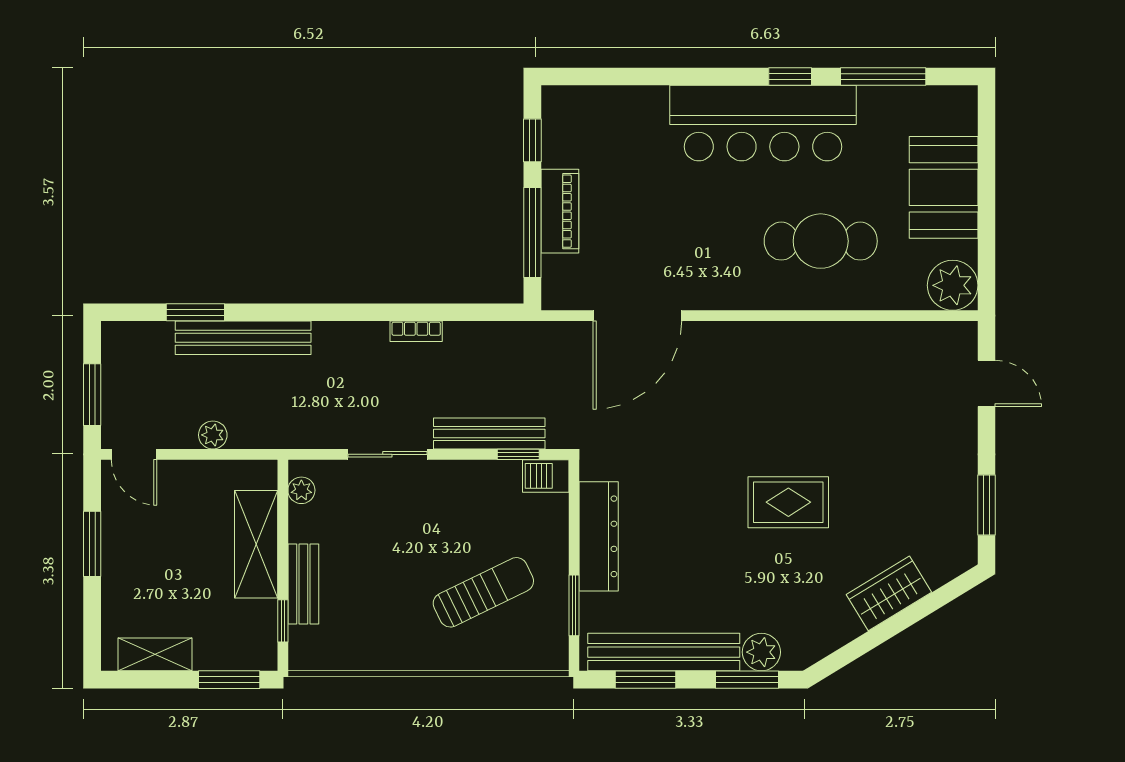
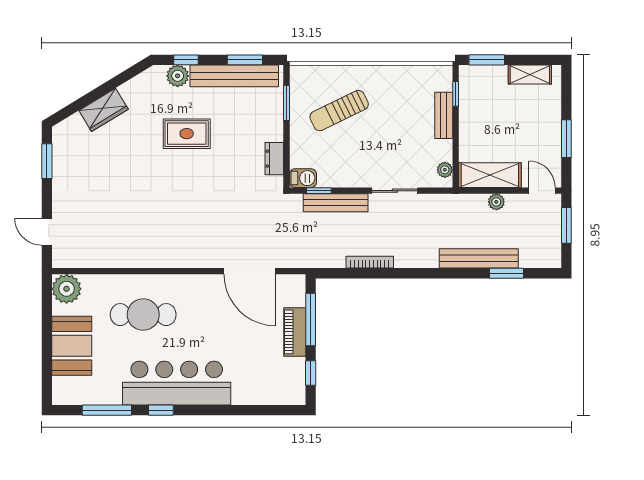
door: (637, 316) -> (250, 271), swing flipped
bookcase: (416, 331) -> (370, 262), width x1.56
rug: (788, 502) -> (187, 134), moved
dresser: (599, 536) -> (274, 159), width x0.51, depth x0.80
shelving: (256, 544) -> (490, 175), moved, turned 90
window: (747, 680) -> (186, 60), width x0.67

